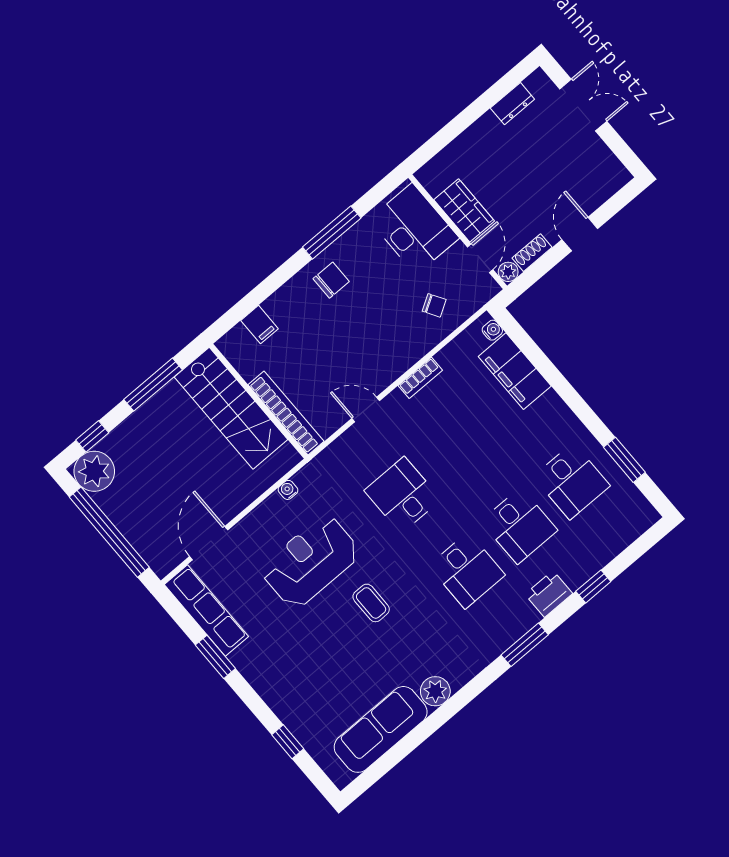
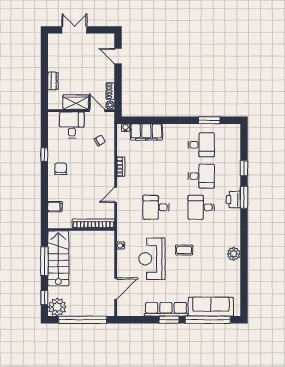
dresser: (512, 104) -> (53, 81), moved
desk: (414, 229) -> (72, 125), width x0.73
window: (332, 232) -> (44, 155), width x0.46
door: (580, 234) -> (118, 56), moved
stairs: (231, 408) -> (58, 258), moved, turned -90
door: (209, 543) -> (116, 289), swing flipped
desk: (467, 570) -> (201, 207), turned 180
printer: (549, 594) -> (233, 200), moved
row of seats: (206, 611) -> (166, 309), moved
window: (525, 645) -> (244, 197), moved
window: (215, 657) -> (169, 320), moved
sofa: (381, 729) -> (211, 307), moved, turned 90
window: (288, 742) -> (208, 320), width x3.17

